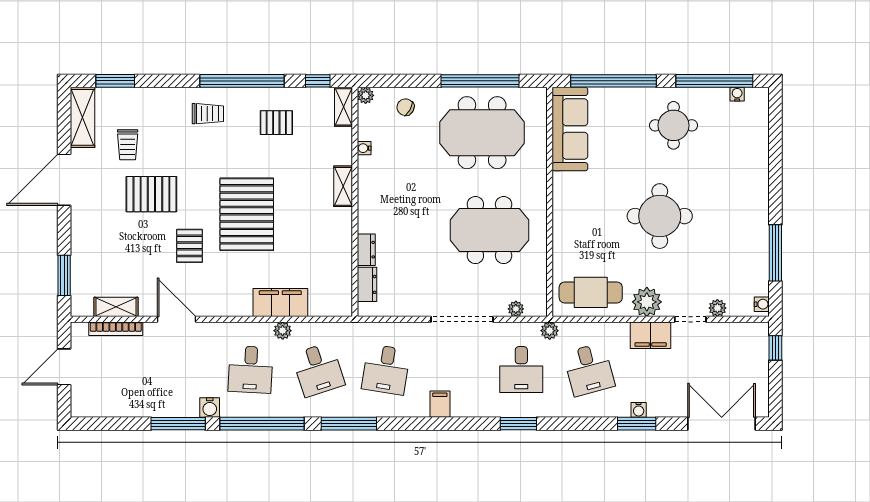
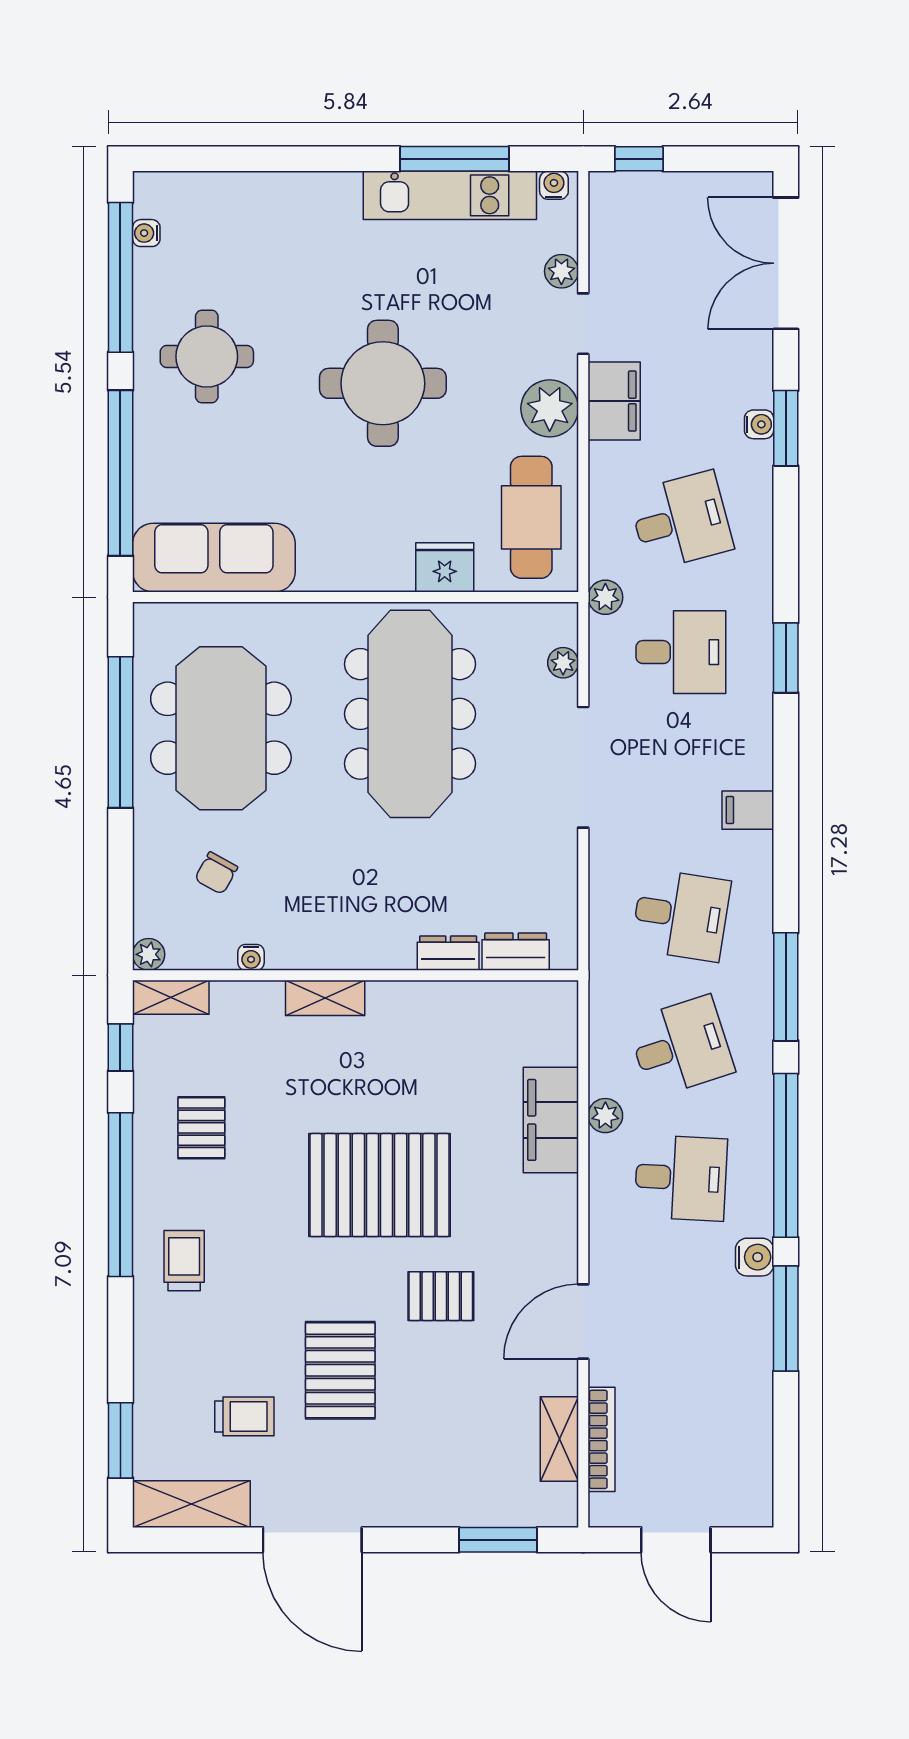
chair: (406, 107) -> (216, 873), moved
meeting table: (489, 230) -> (410, 714), width x1.36
fridge: (565, 248) -> (445, 567), added
kitchen unit: (757, 251) -> (450, 195), added

